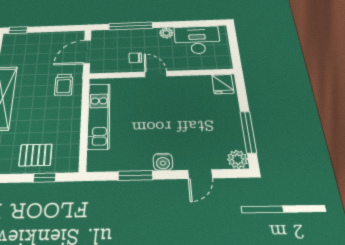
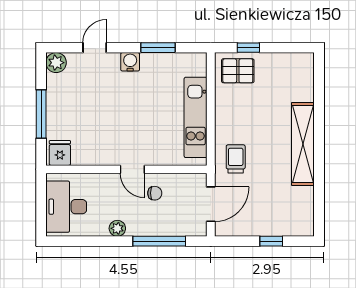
window: (18, 30) -> (271, 241), moved
desk: (197, 40) -> (66, 207), moved, turned 90
window: (248, 132) -> (41, 114), moved
pallet: (36, 155) -> (238, 71), moved

